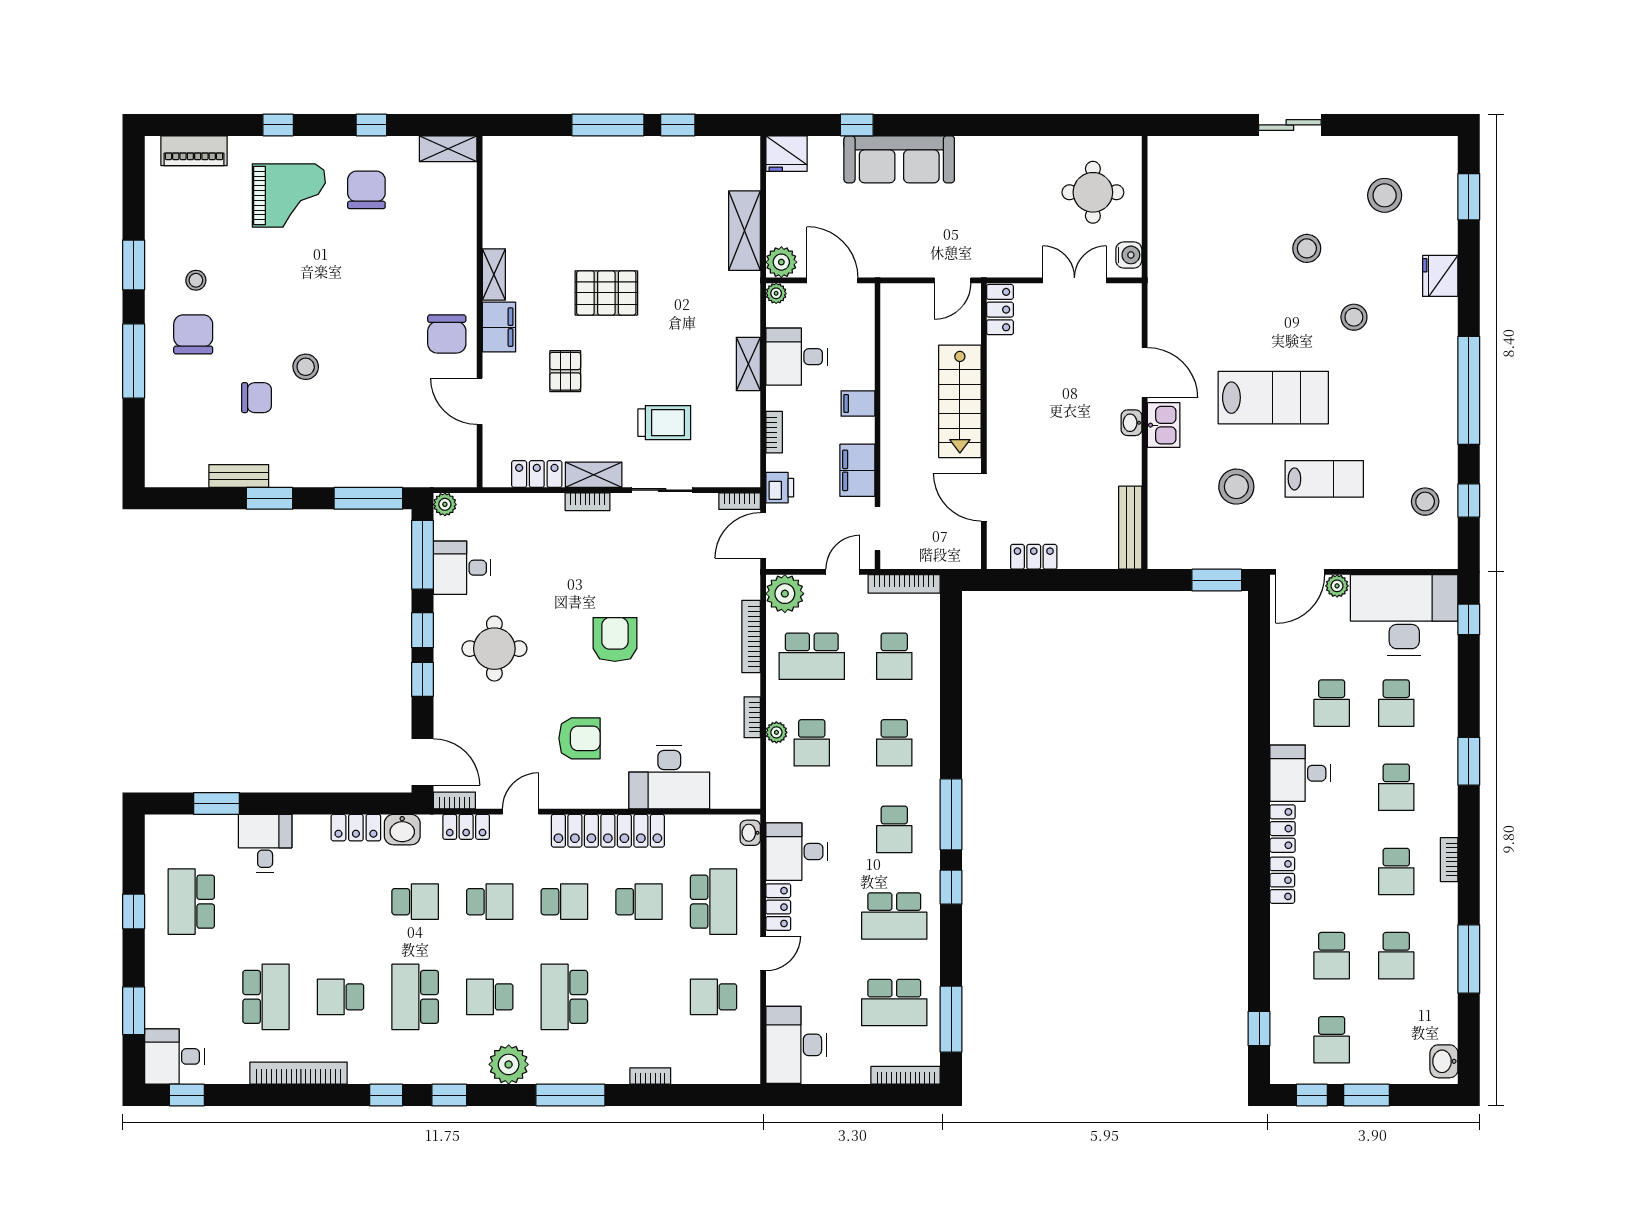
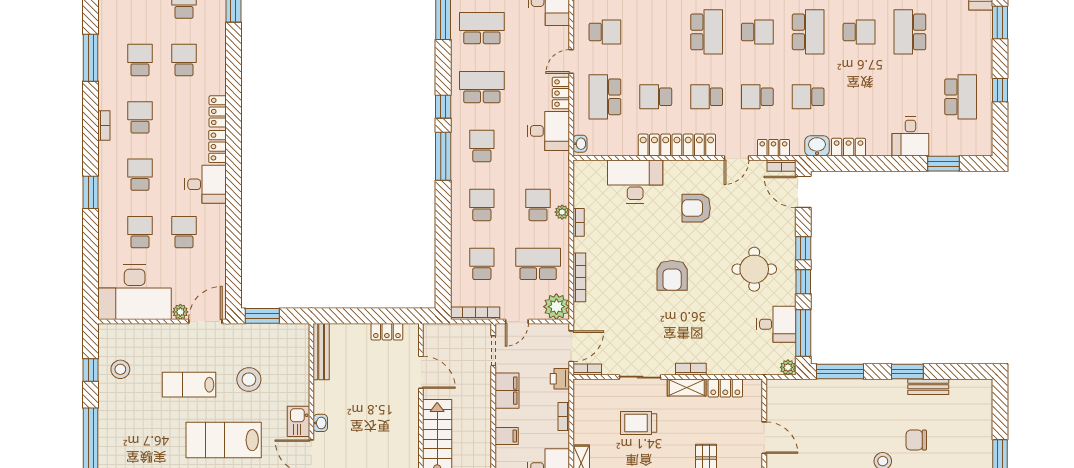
window: (1469, 619) -> (91, 289), removed

